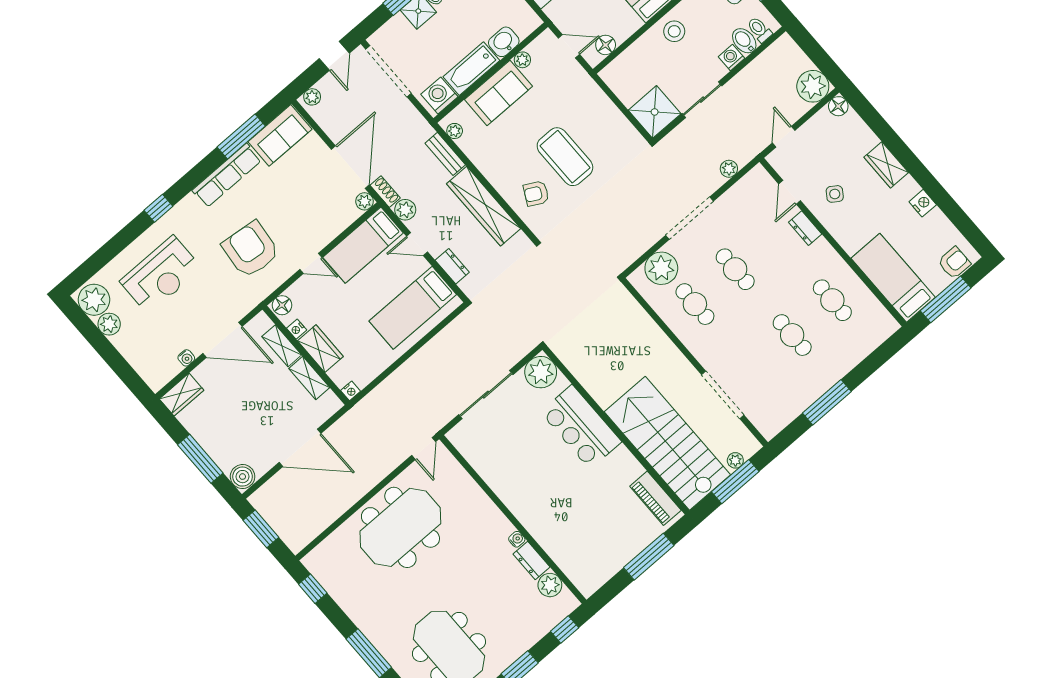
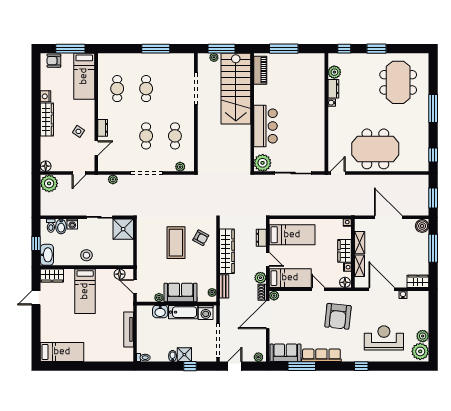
wardrobe: (886, 165) -> (47, 119), width x1.50
plant: (661, 268) -> (180, 167), width x0.53, depth x0.53

